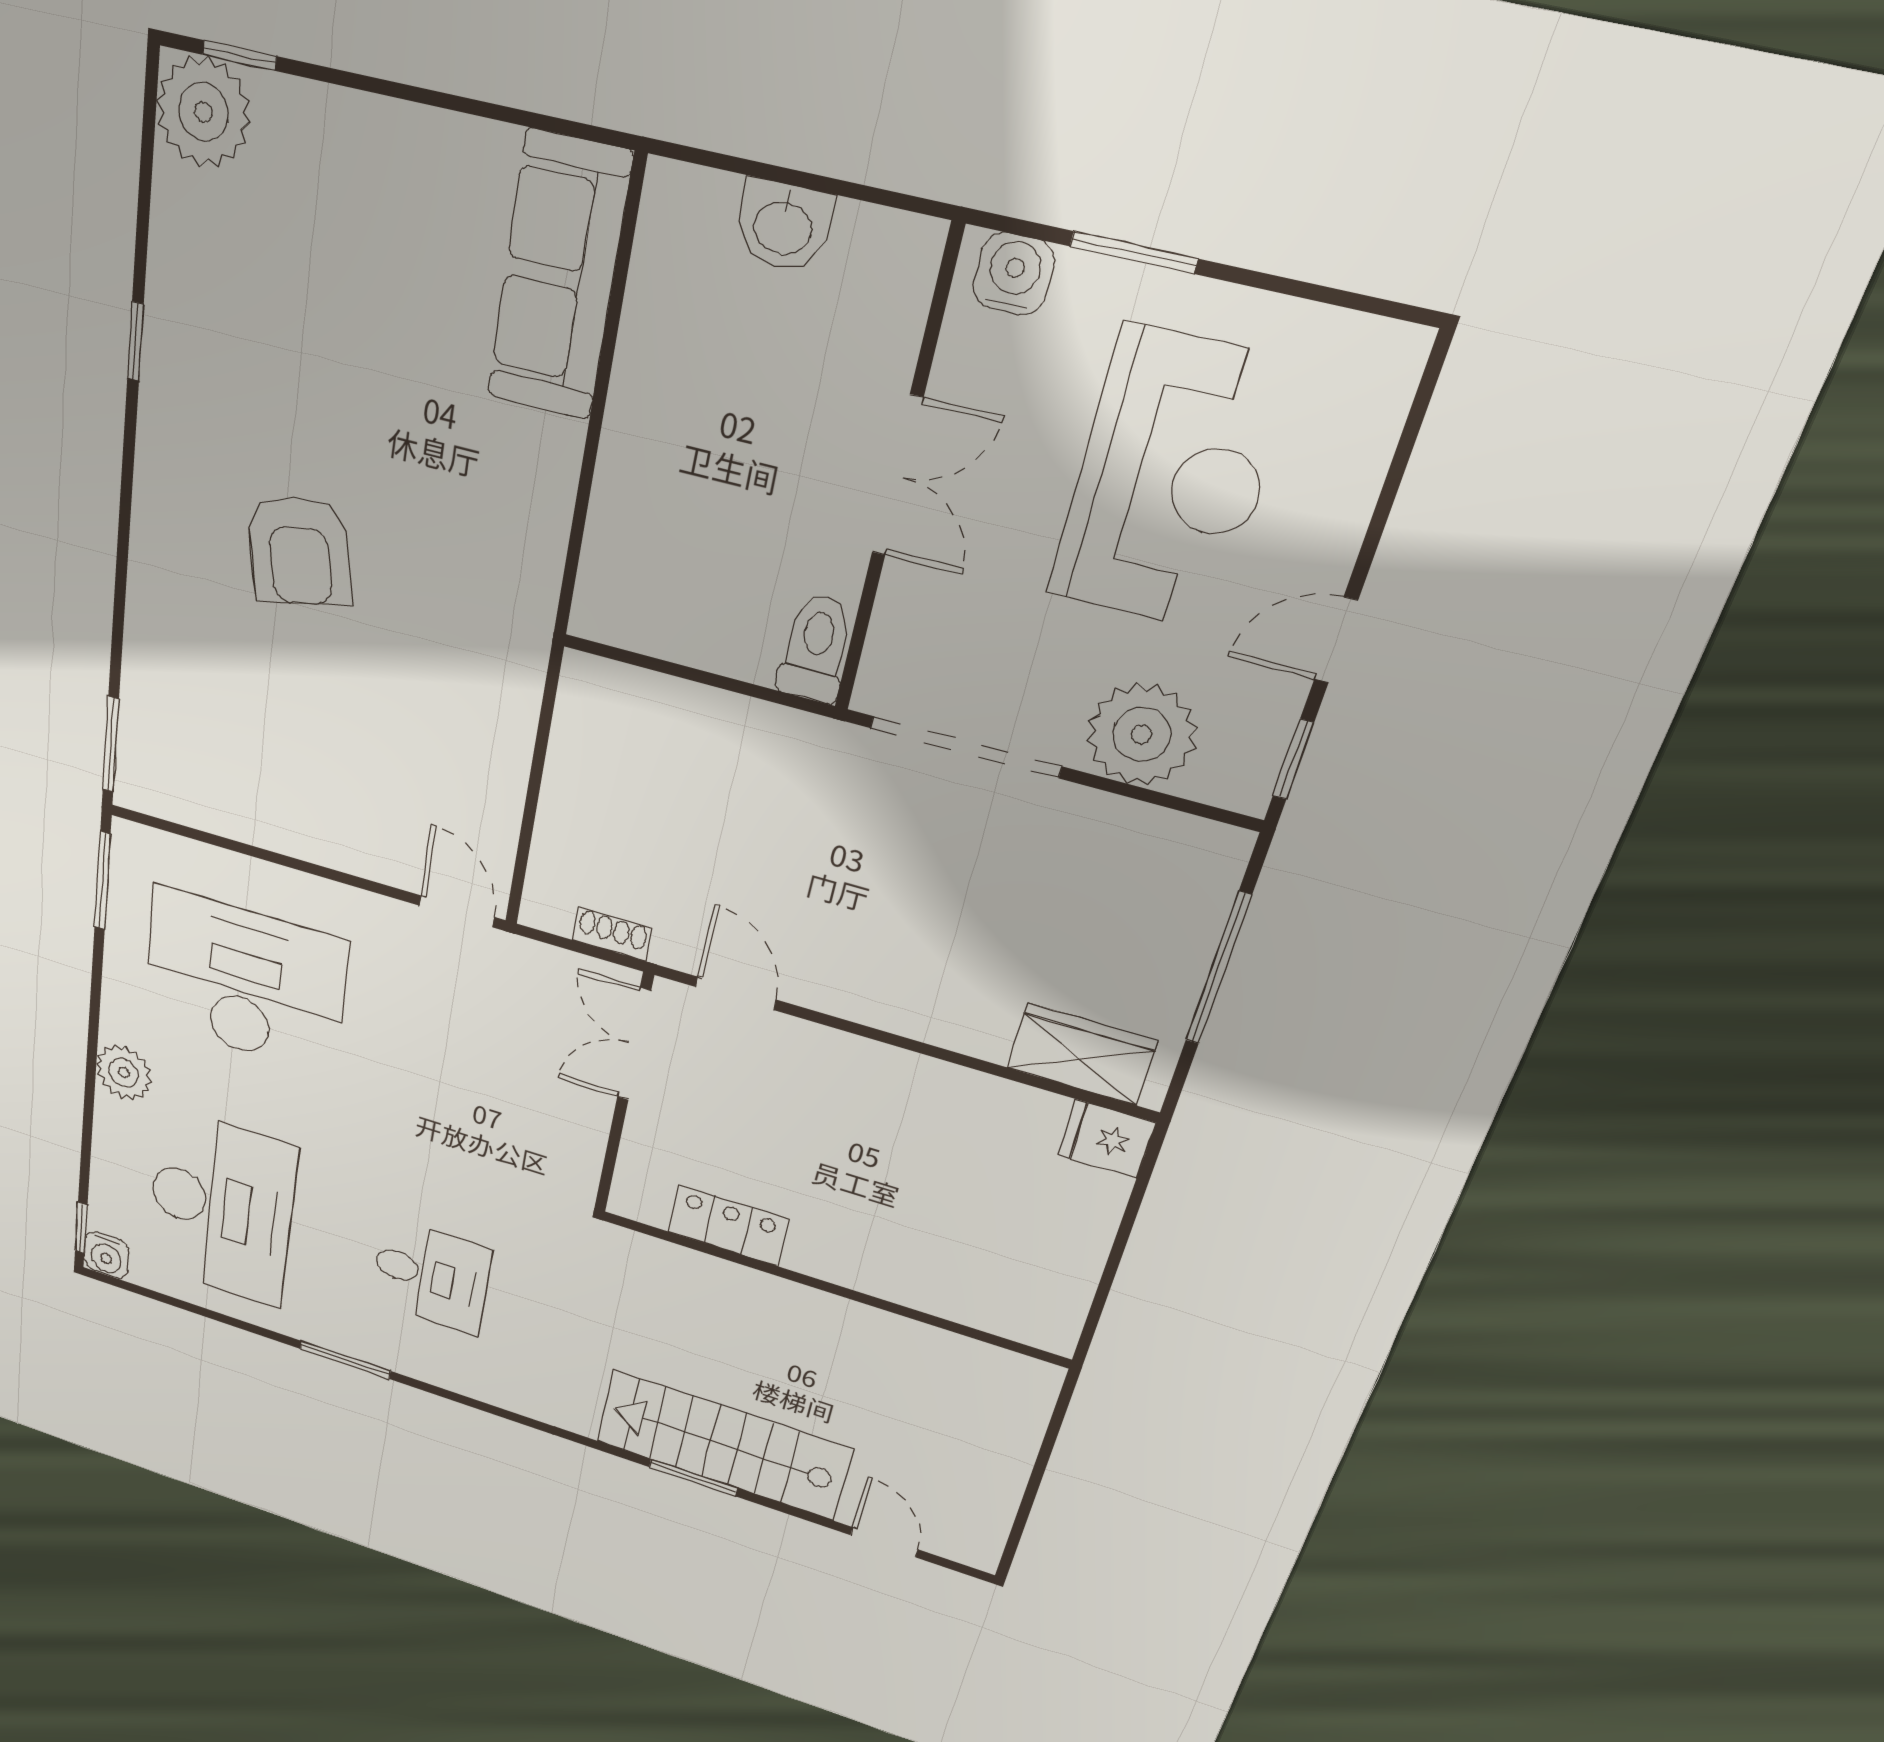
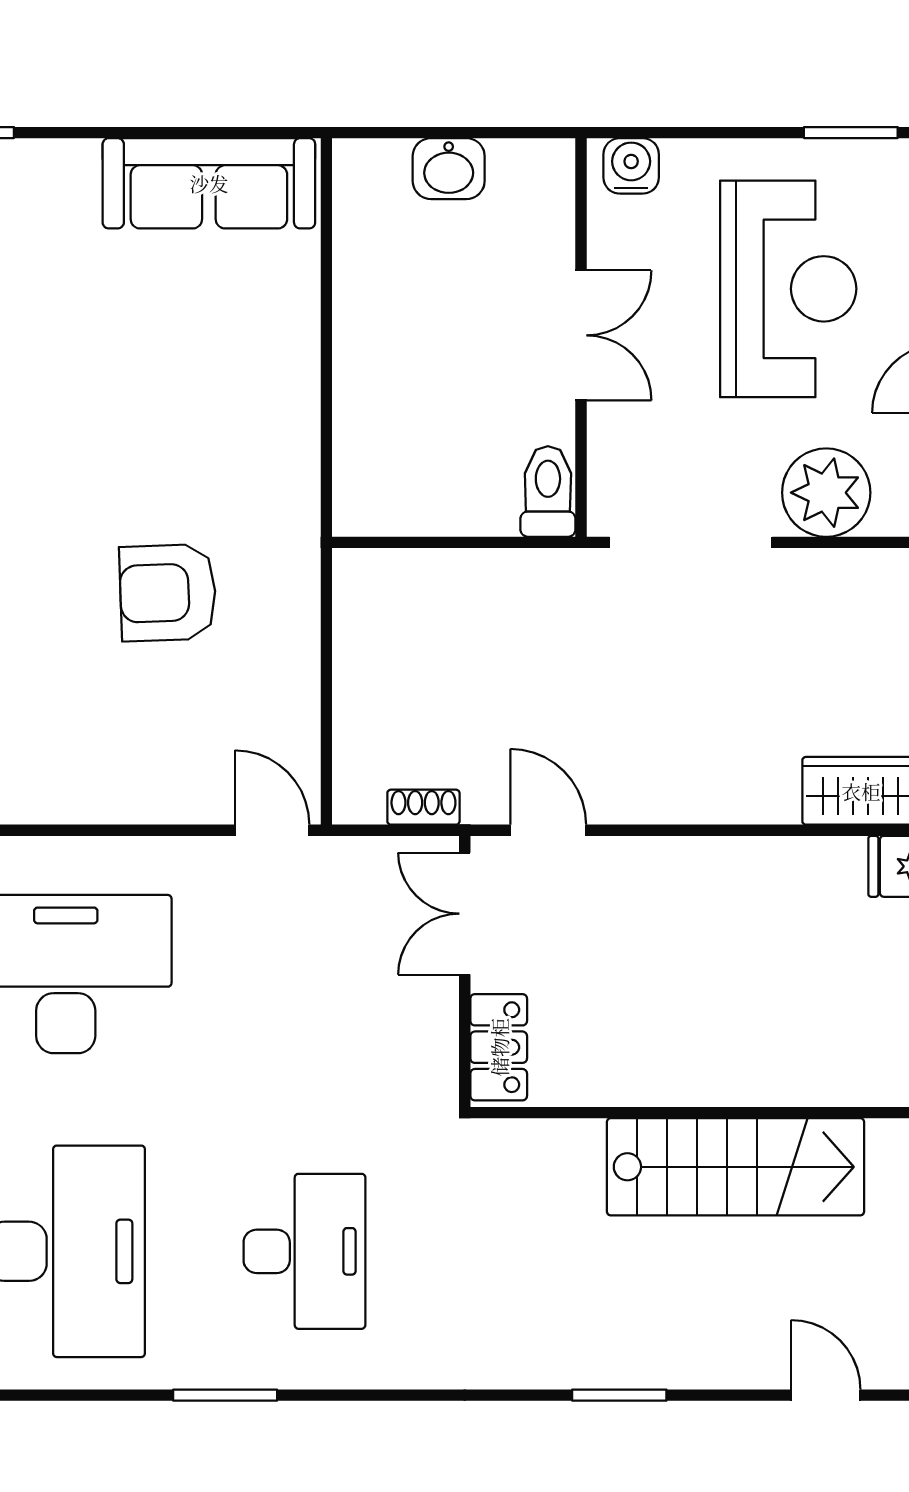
window: (1134, 252) -> (851, 133), moved
sofa: (559, 277) -> (209, 183), moved, turned -90
armchair: (299, 551) -> (168, 593), moved, turned 100
locker: (728, 1225) -> (499, 1047), moved, turned 90
desk: (431, 1276) -> (304, 1251), width x1.37
stairs: (723, 1445) -> (735, 1167), moved, turned 180

